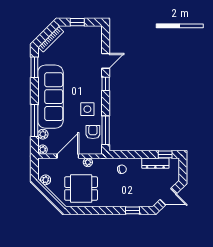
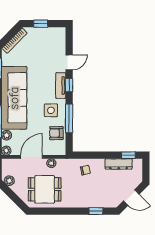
tv unit: (97, 84) -> (61, 85), added
window: (106, 130) -> (69, 118), moved
armchair: (93, 132) -> (56, 133), turned -90

